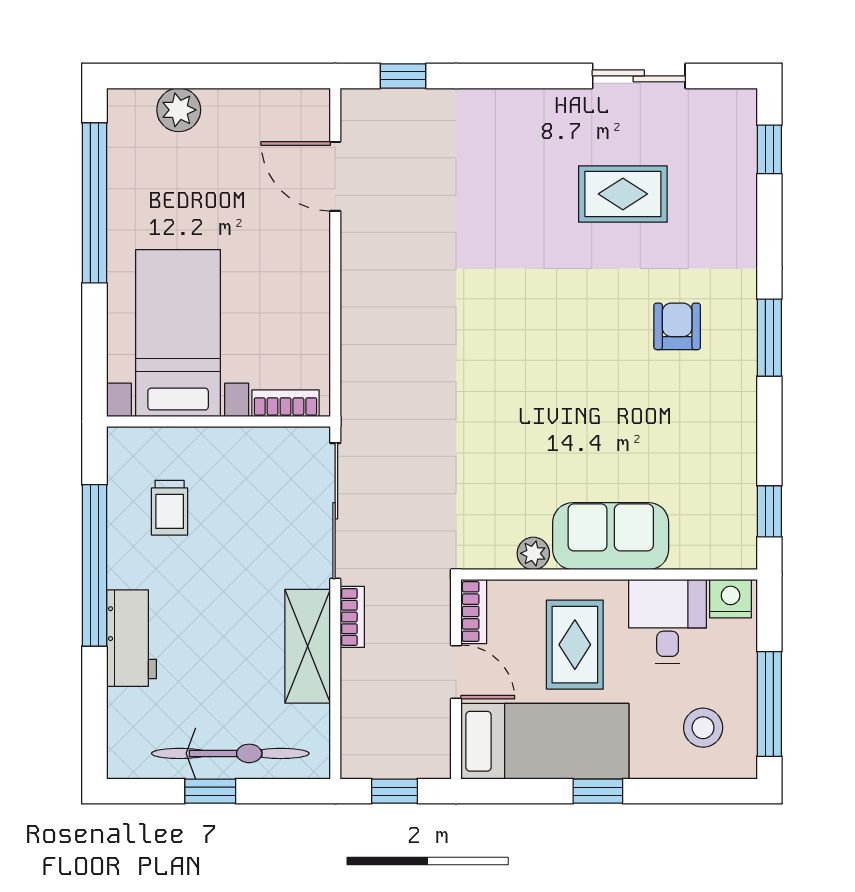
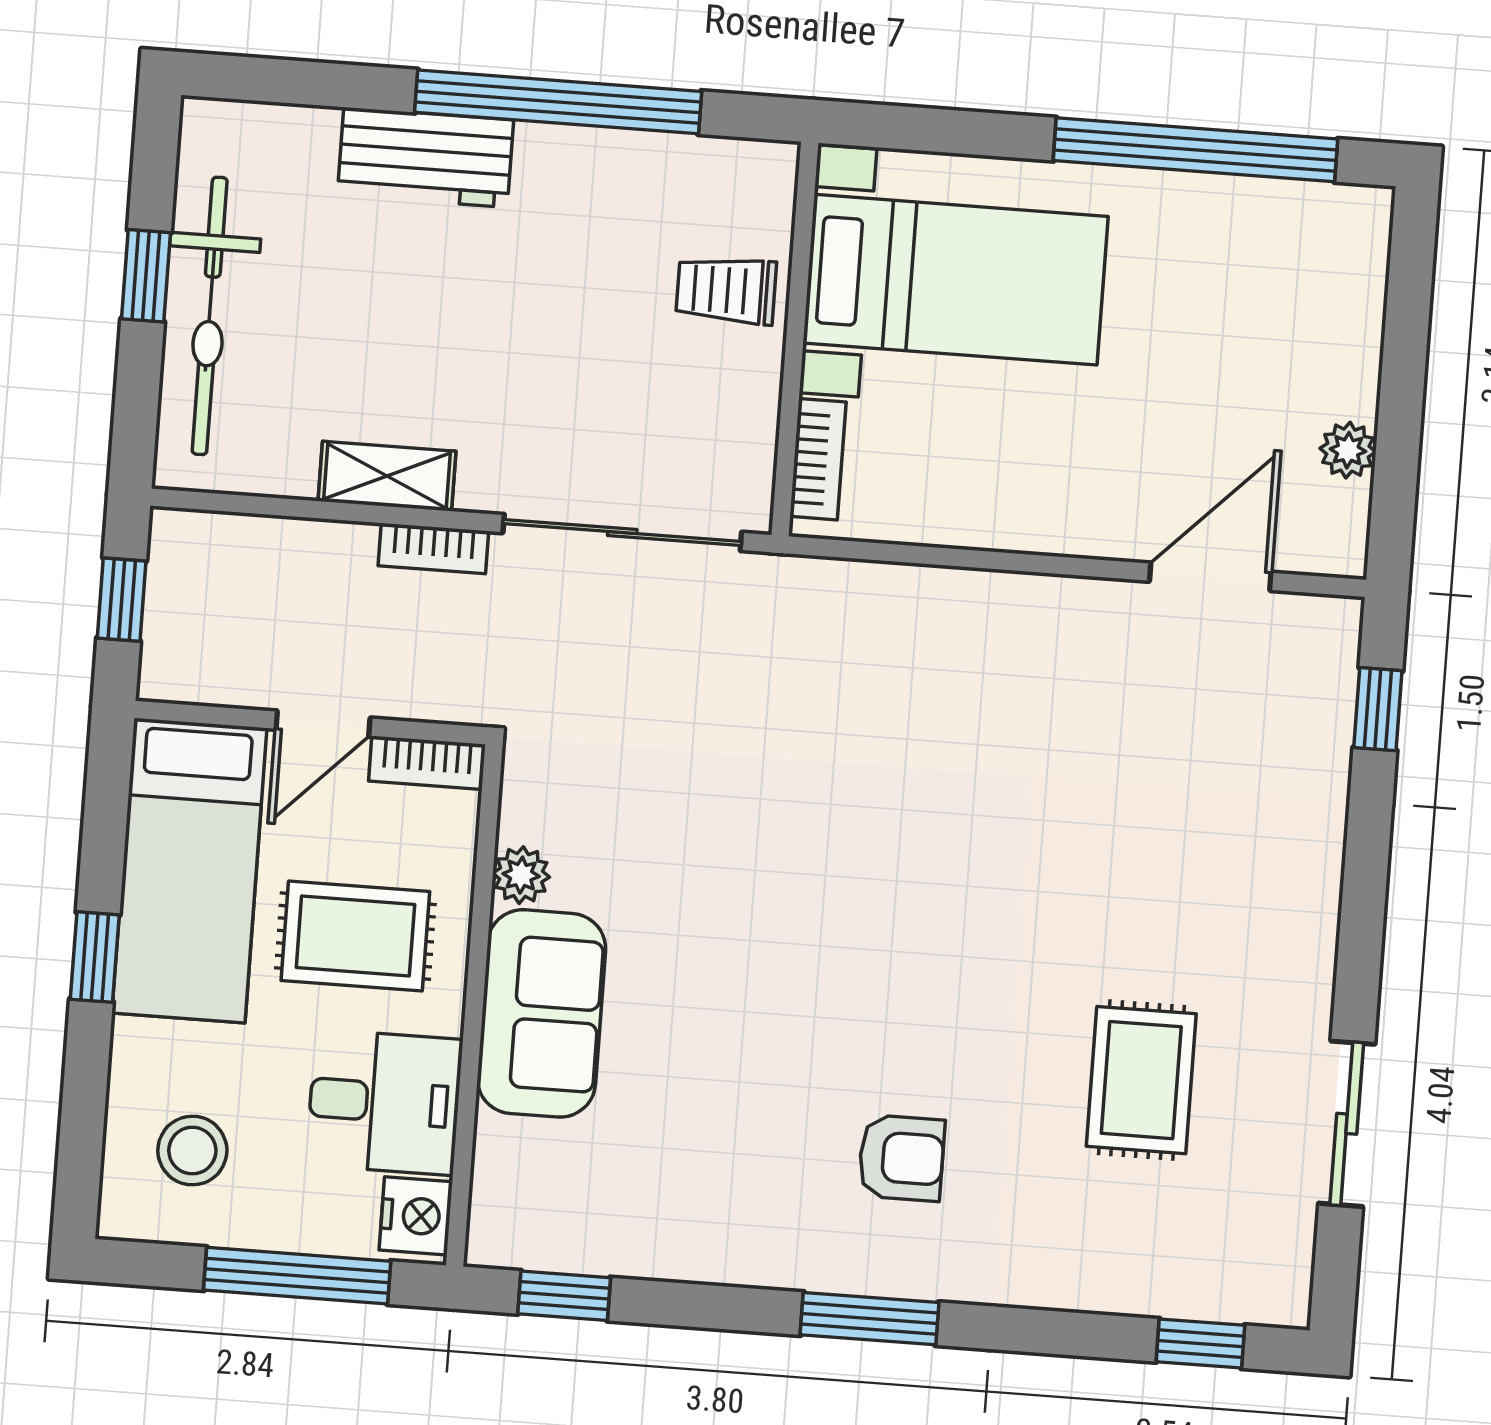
plant: (179, 110) -> (1348, 450), moved, width x0.73, depth x0.73
trolley: (170, 508) -> (726, 290), moved
shelving: (308, 646) -> (387, 476), width x0.67, depth x0.75
window: (769, 704) -> (297, 1276), moved

